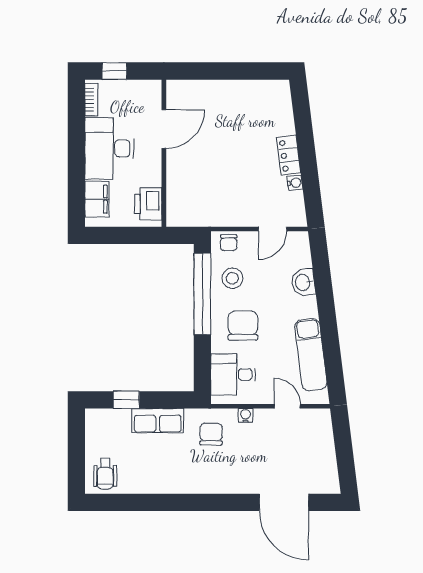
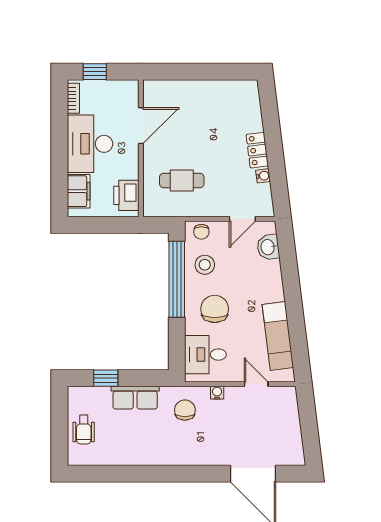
cafe table: (208, 188) -> (182, 180), added
washbasin: (303, 282) -> (268, 247), moved
wheelchair: (105, 474) -> (84, 430), moved

